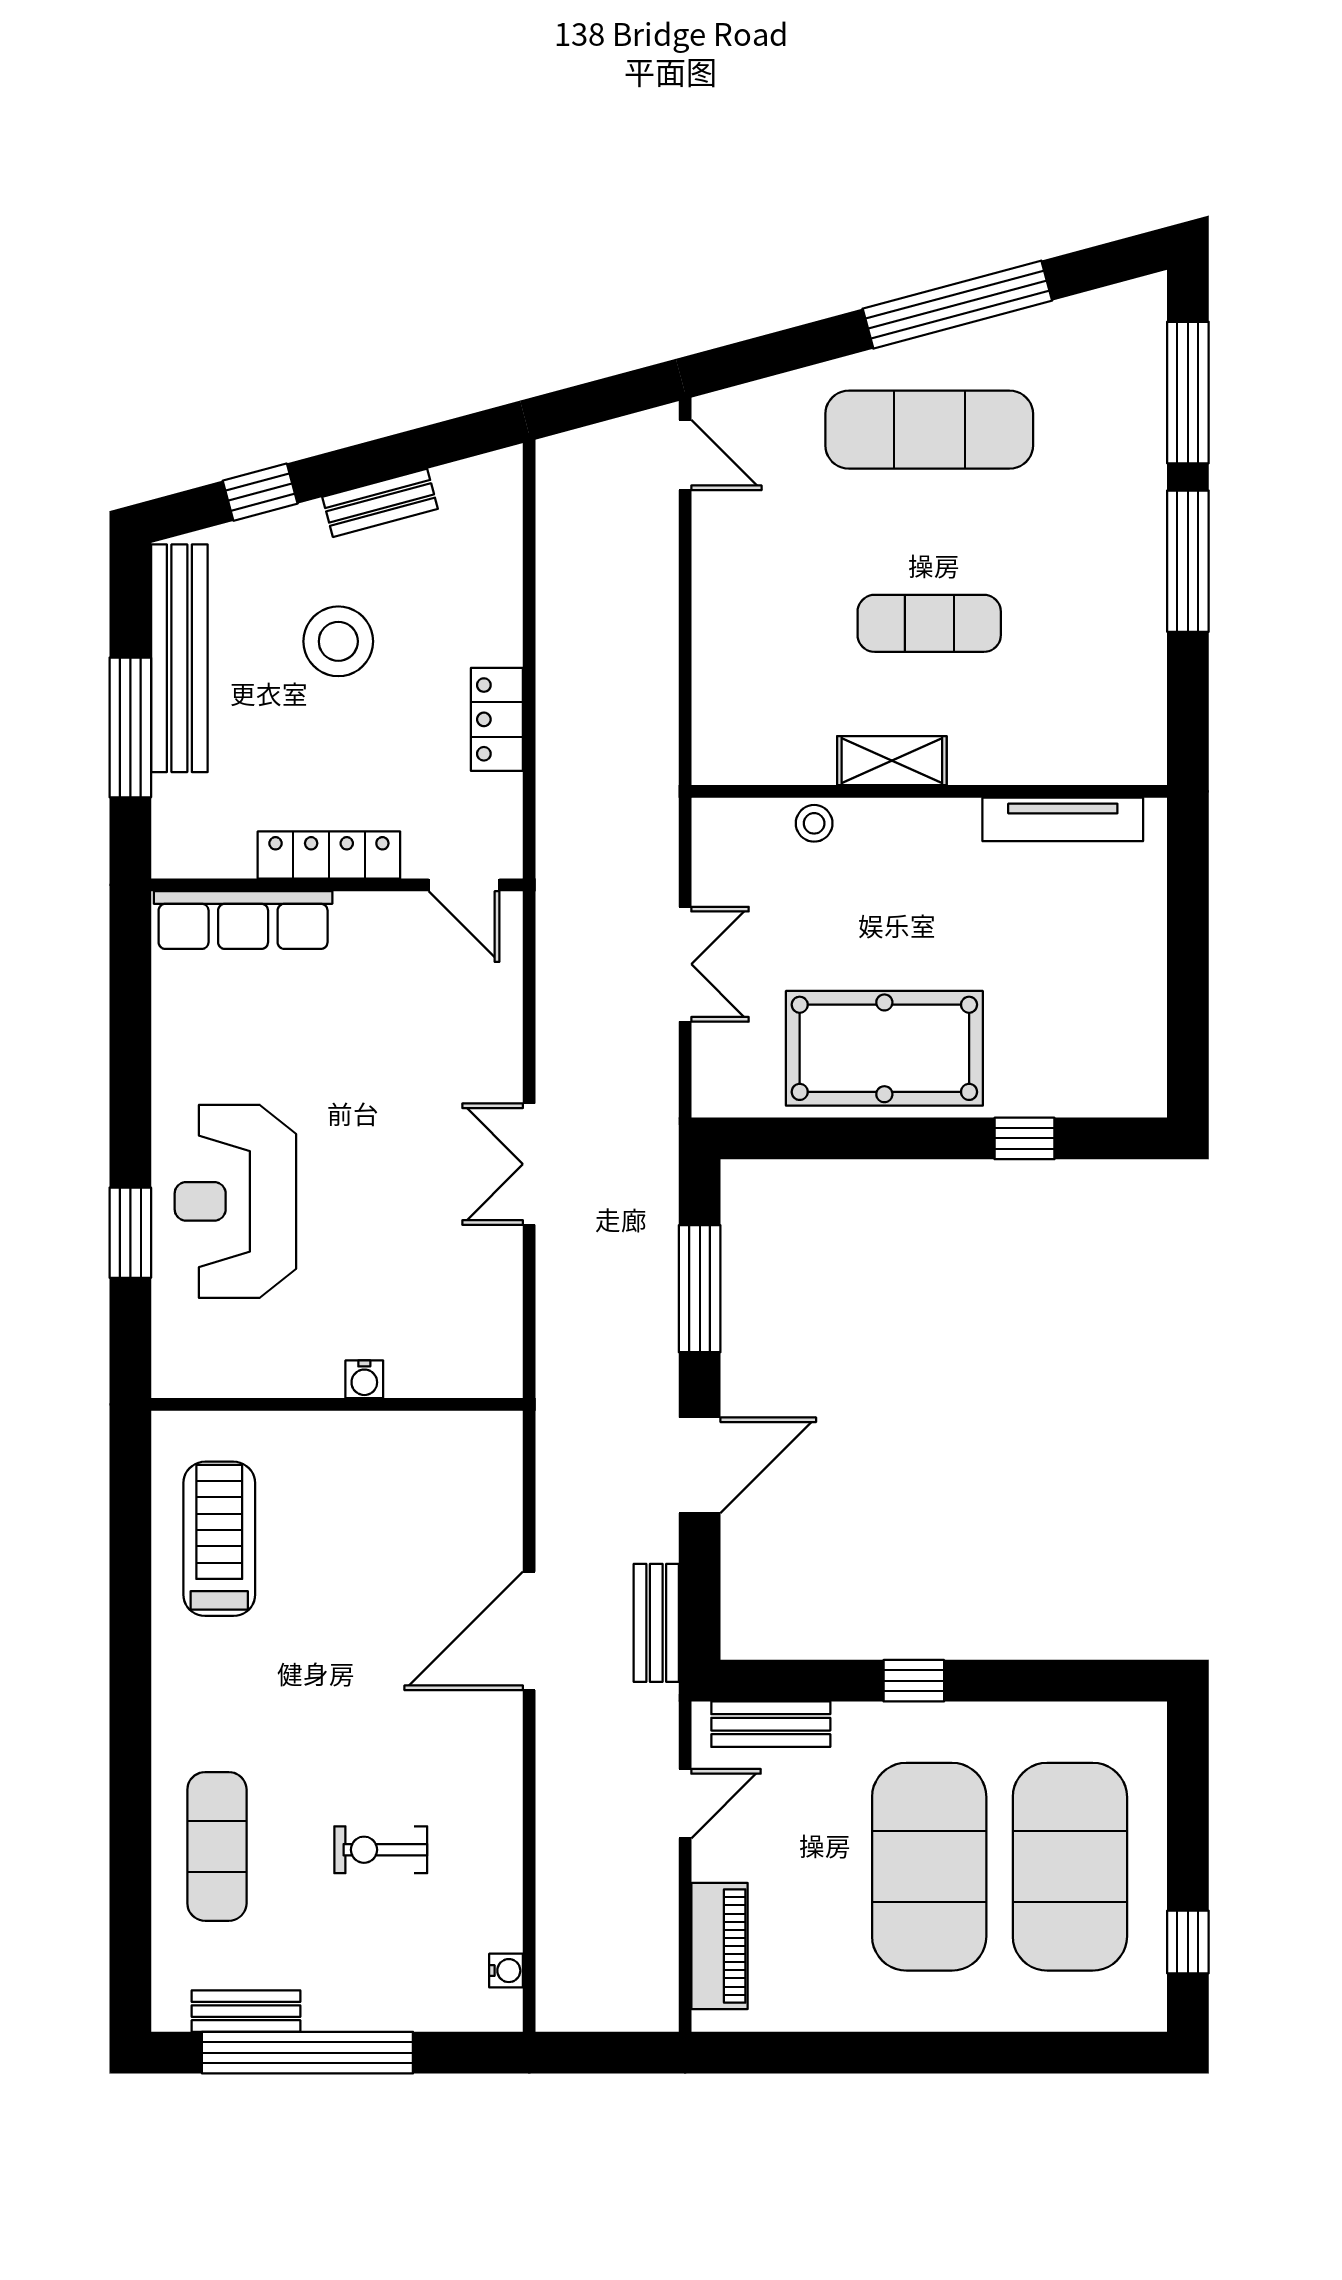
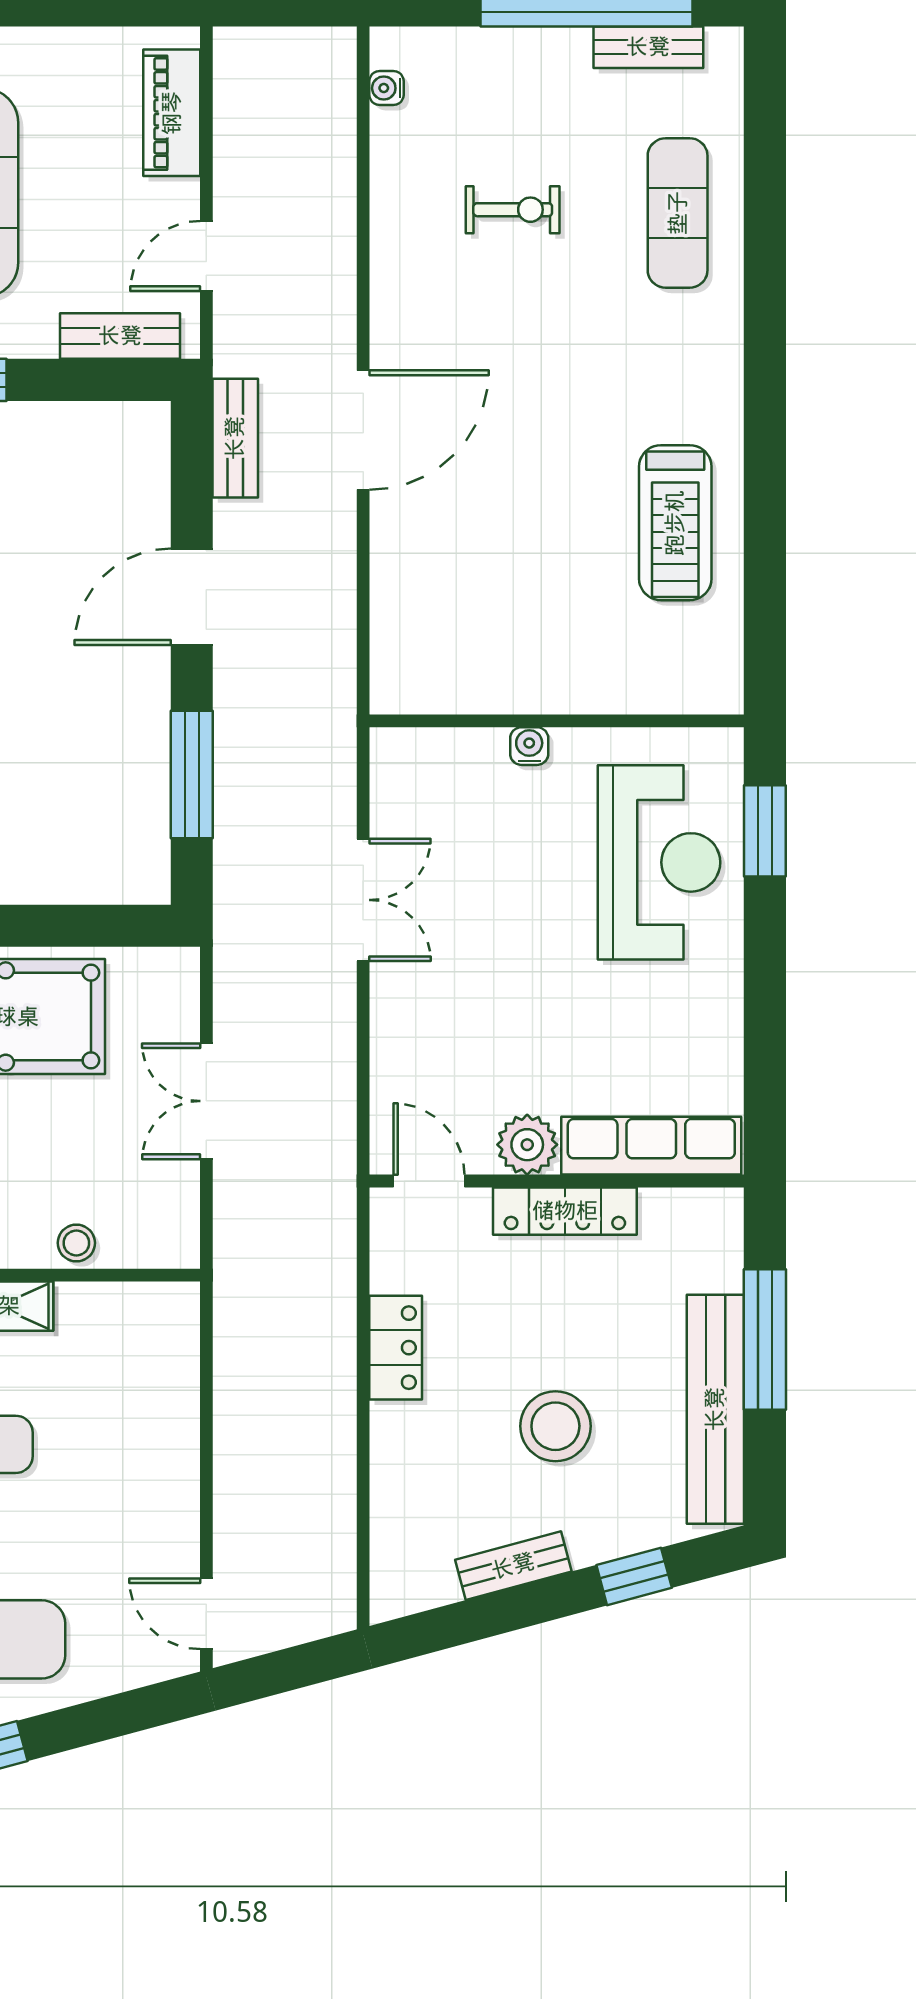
plant: (366, 921) -> (527, 1145), added
water cooler: (364, 1379) -> (529, 746), moved
wall: (337, 1404) -> (557, 721), moved

